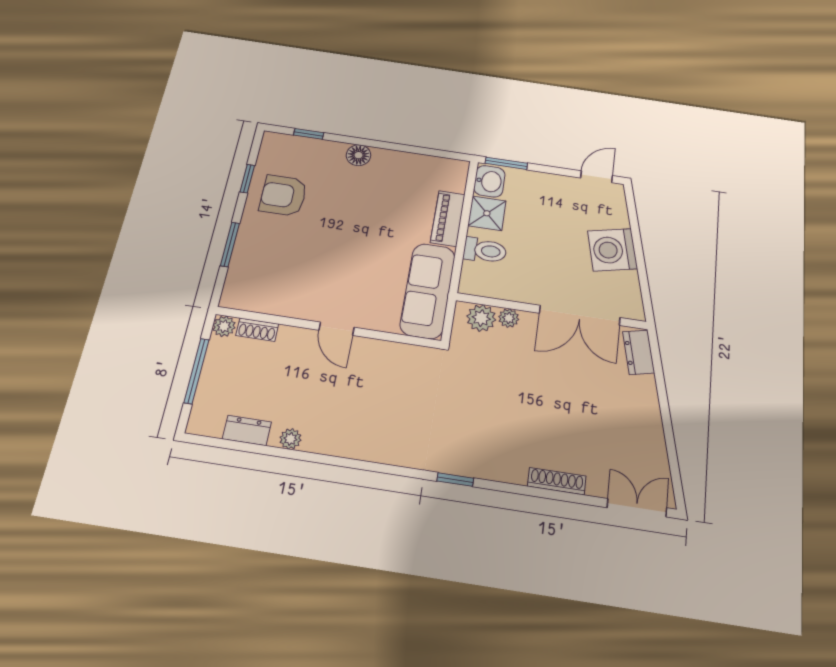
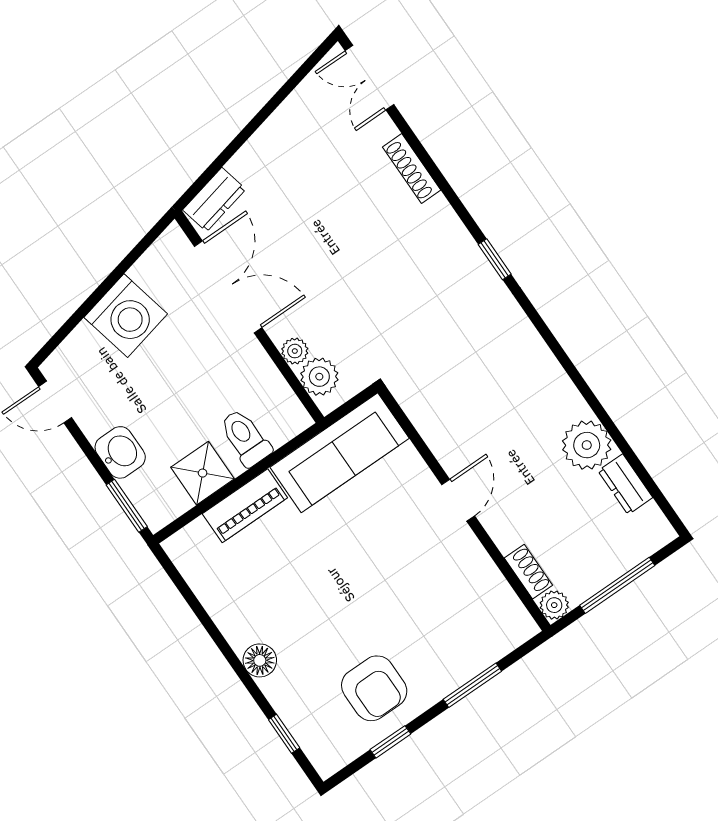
washbasin: (489, 181) -> (120, 452), moved, turned 90
plant: (290, 439) -> (587, 445), width x1.88, depth x1.88

